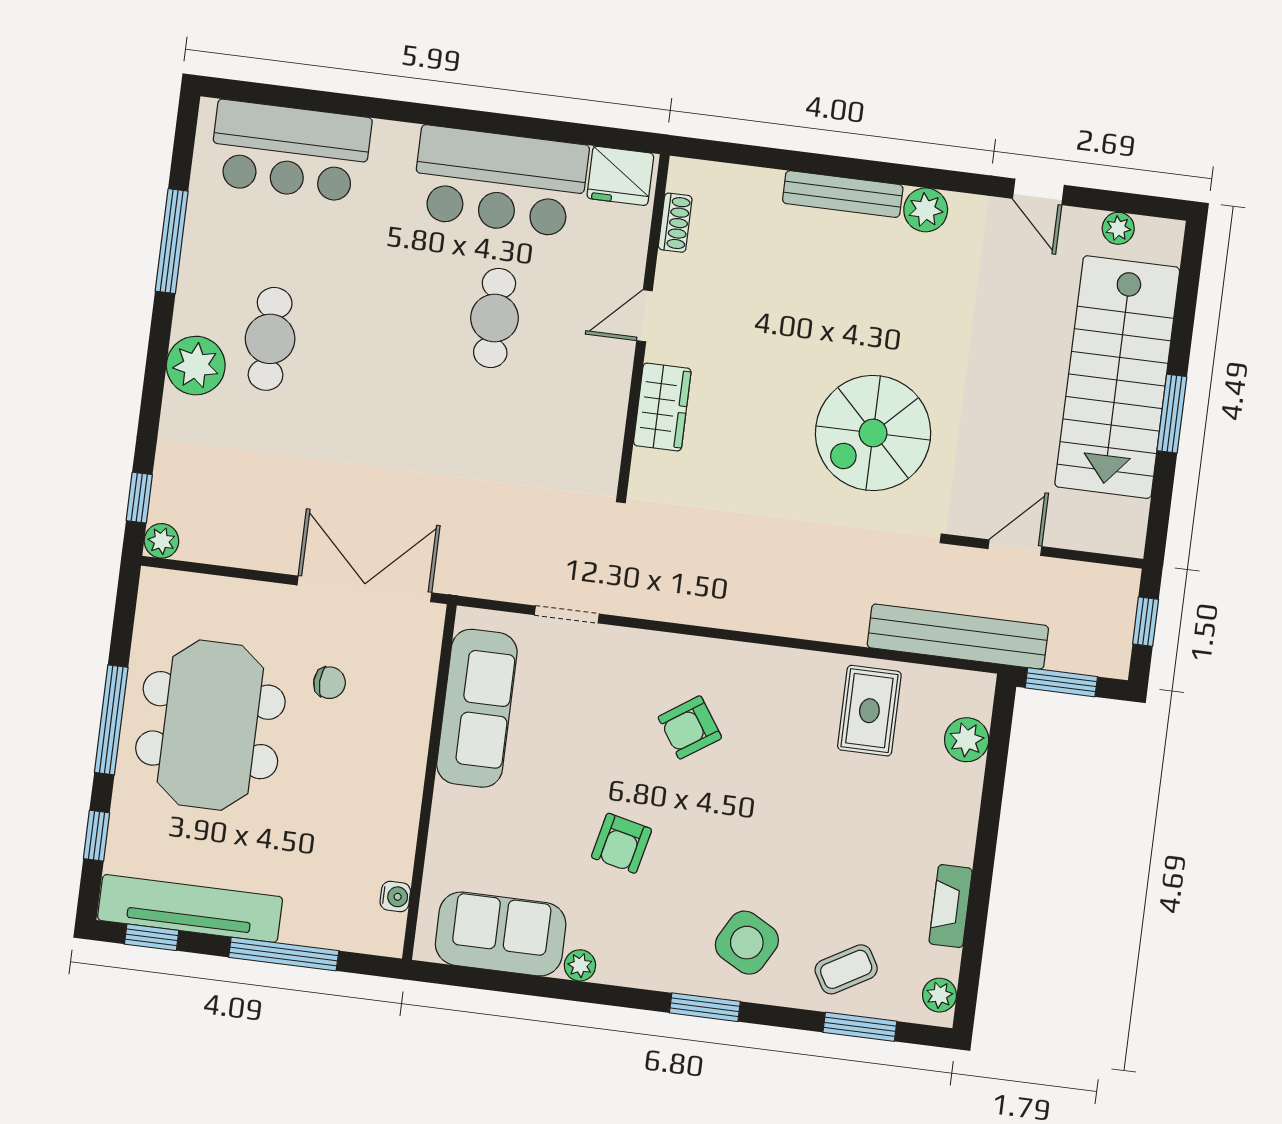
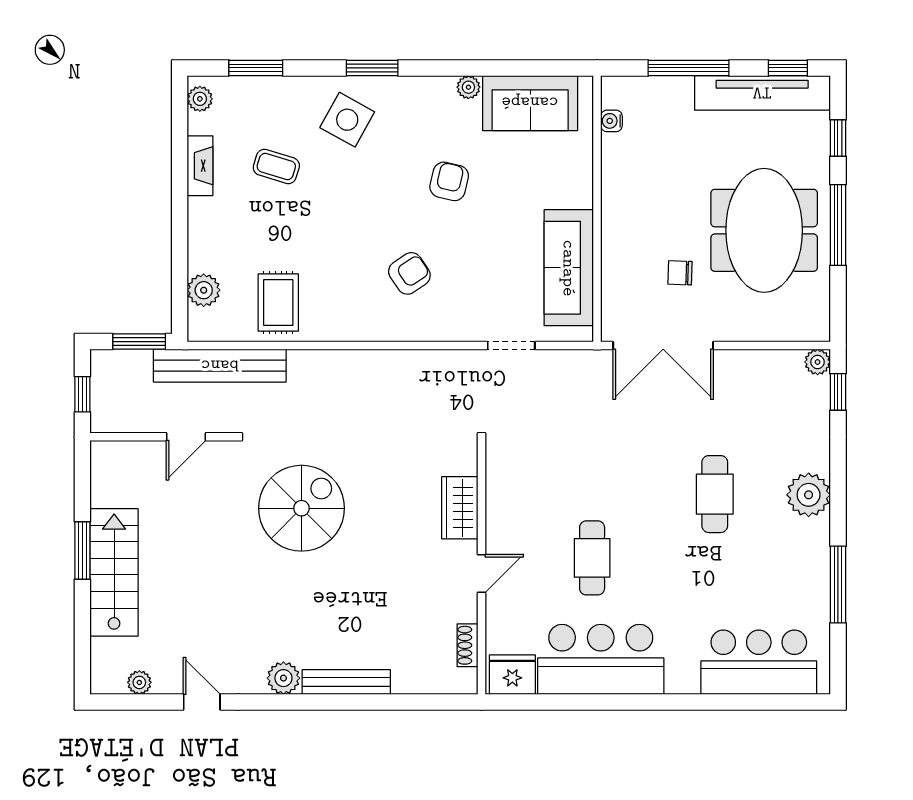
cafe table: (270, 339) -> (715, 494), moved
stairs: (1117, 377) -> (114, 572), width x0.73, depth x0.66
coffee table: (846, 969) -> (276, 166), moved, turned 47

